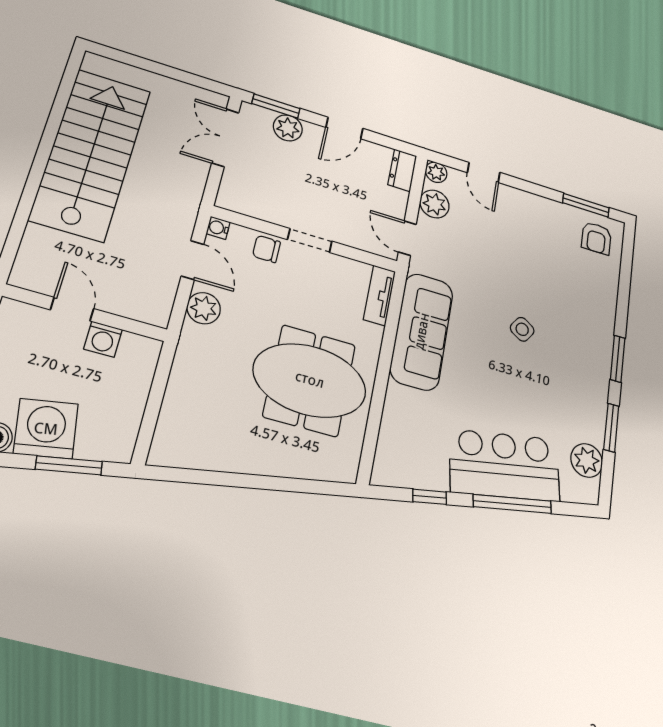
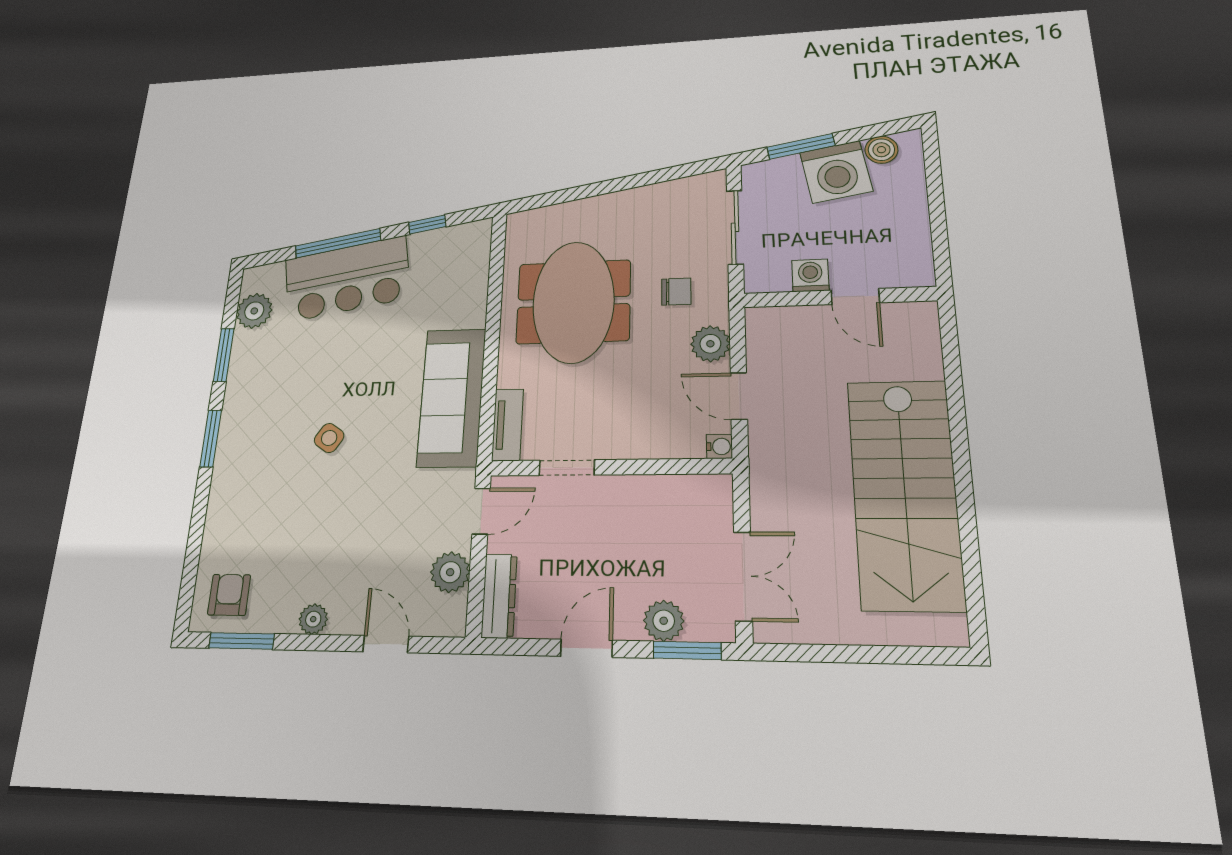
dresser: (402, 170) -> (499, 596), width x1.44
plant: (436, 172) -> (313, 619), moved
door: (407, 238) -> (481, 511), hinge flipped
doorway: (310, 240) -> (567, 468), moved
chair: (266, 249) -> (676, 292), moved
meeting table: (310, 380) -> (573, 302), turned 90
sliding door: (154, 404) -> (735, 227), added

